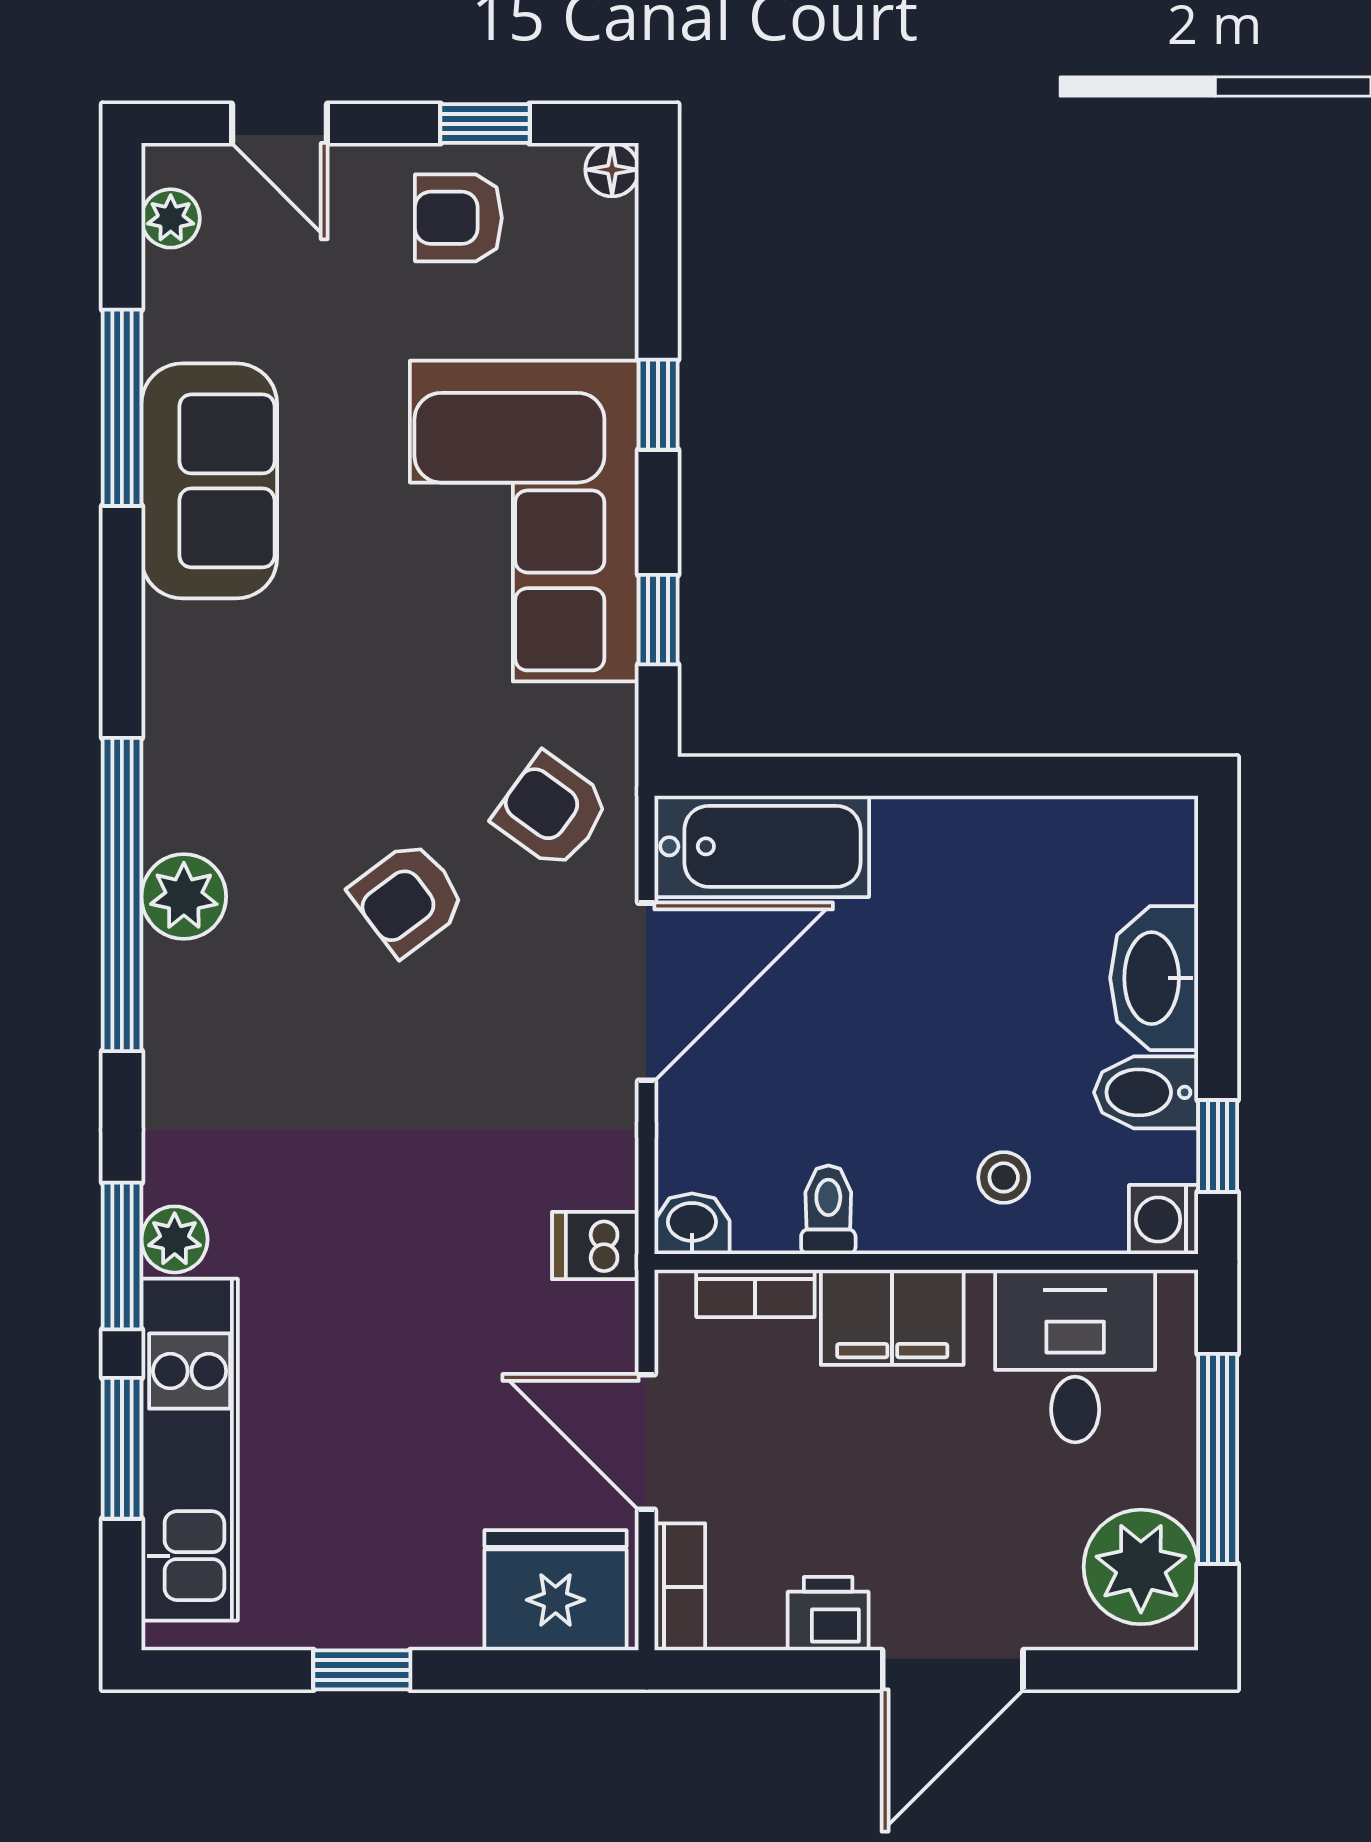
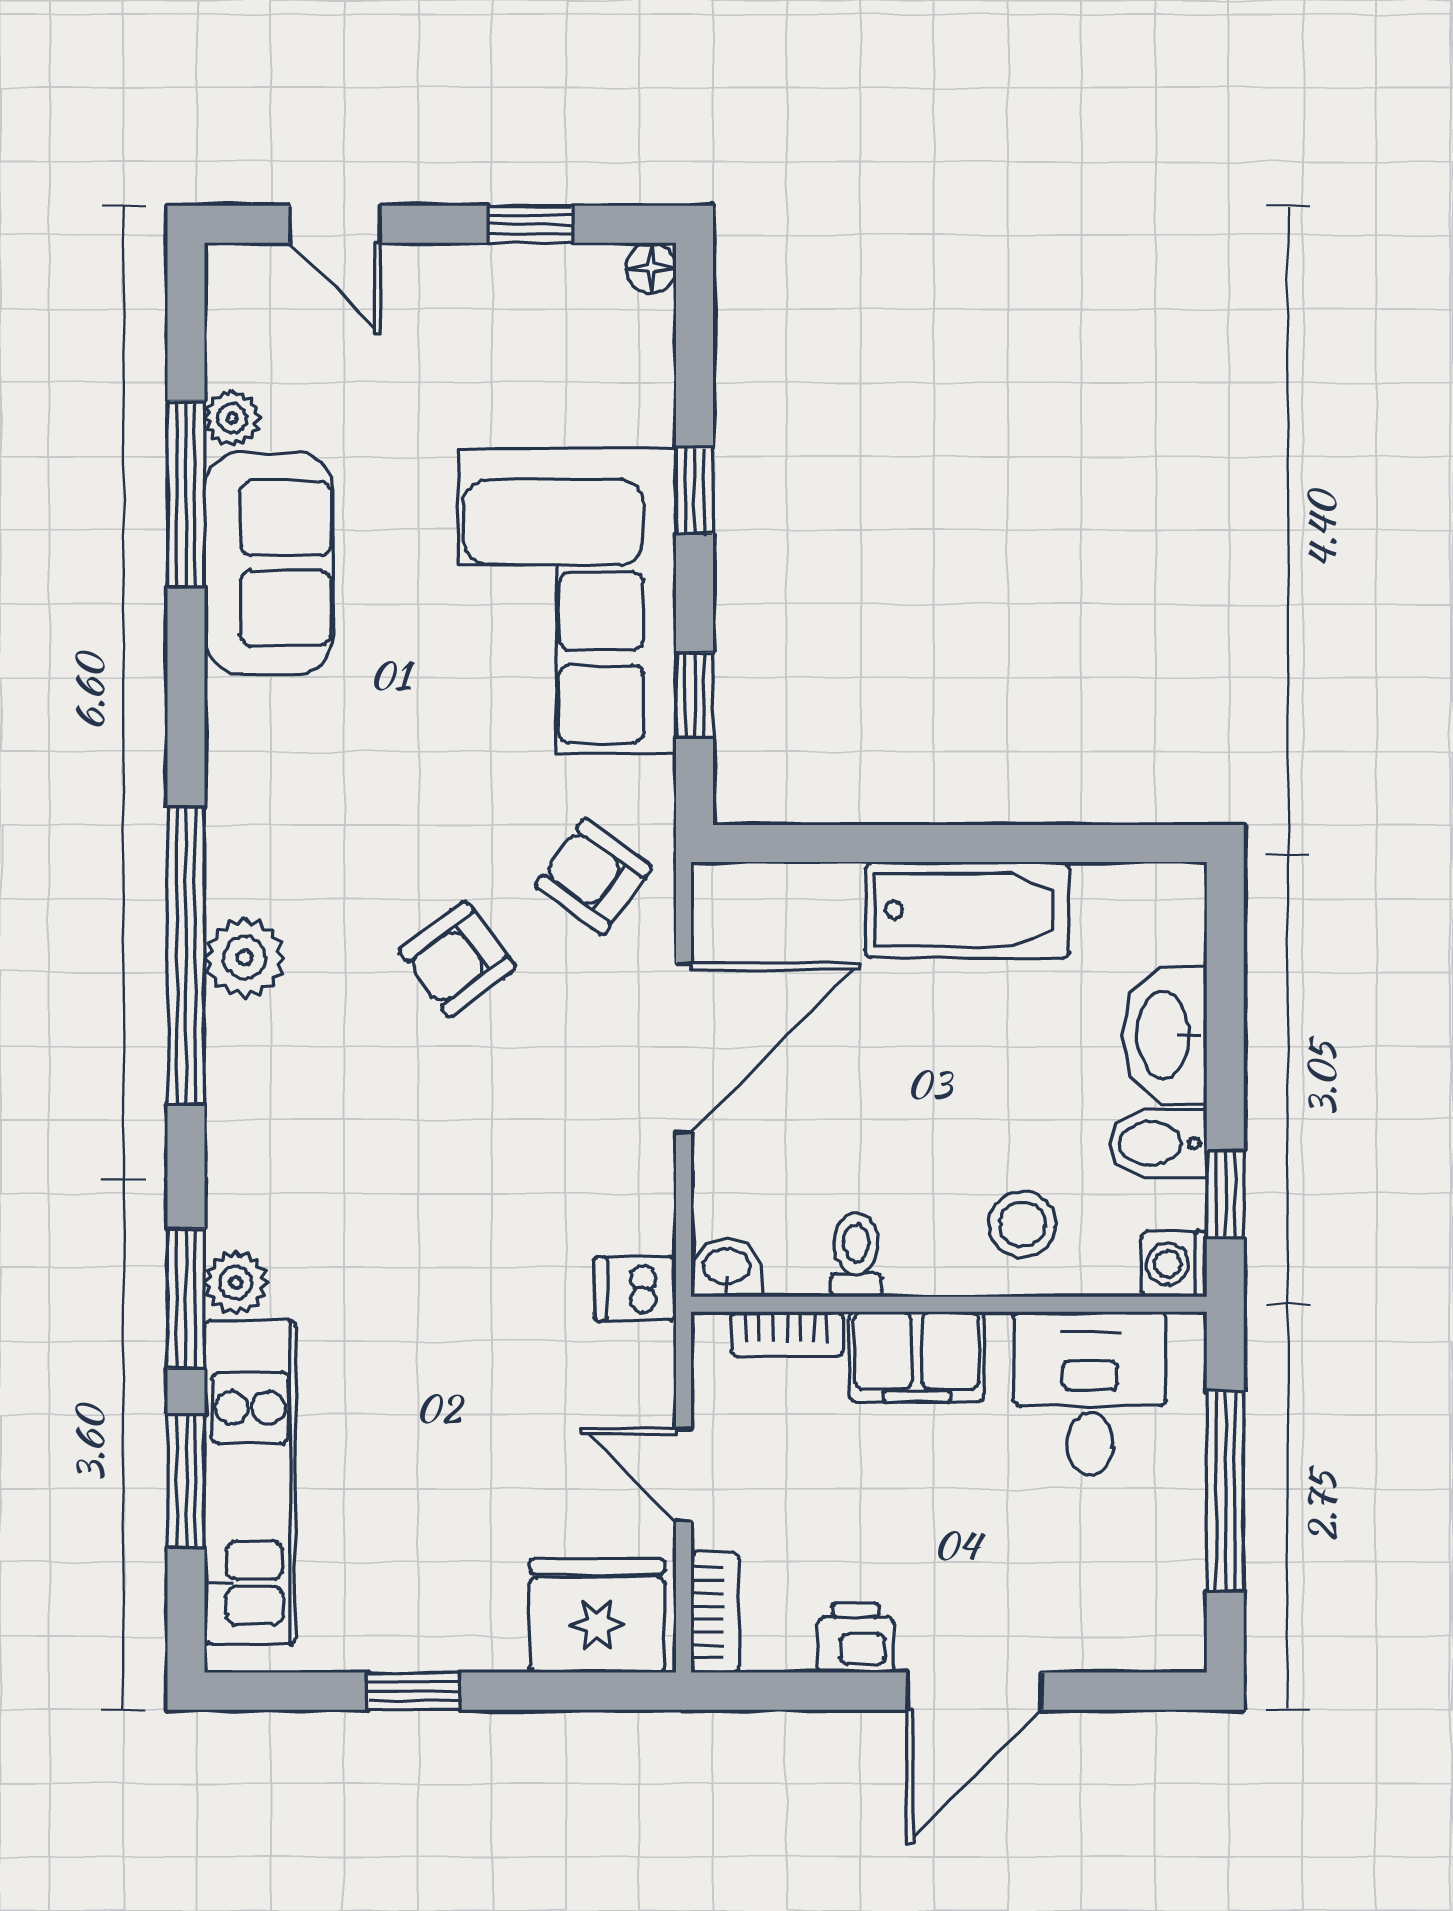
plant: (171, 218) -> (232, 418), moved
armchair: (458, 218) -> (505, 314), removed
bathtub: (762, 846) -> (967, 910), moved
stool: (1004, 1177) -> (1022, 1224), width x1.37, depth x1.37
door: (646, 1442) -> (684, 1475), width x0.73
plant: (1141, 1567) -> (1153, 1593), removed

